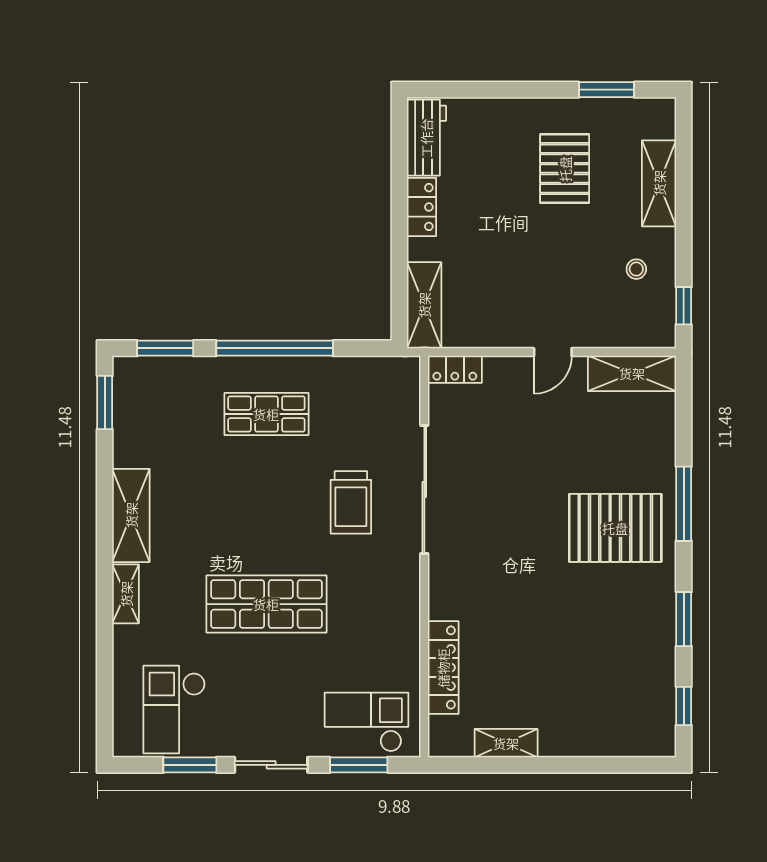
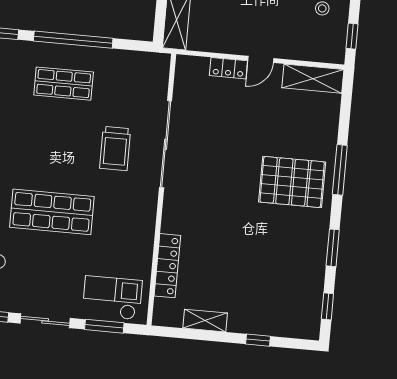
locker: (455, 369) -> (228, 68), moved
window: (586, 765) -> (258, 340), added

